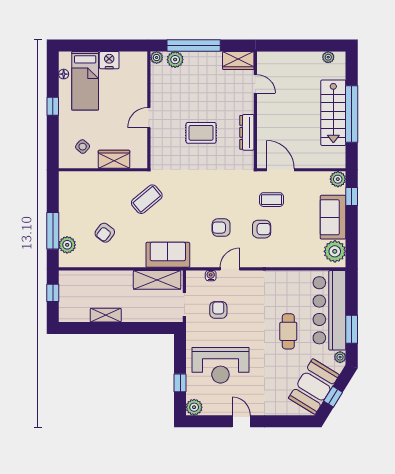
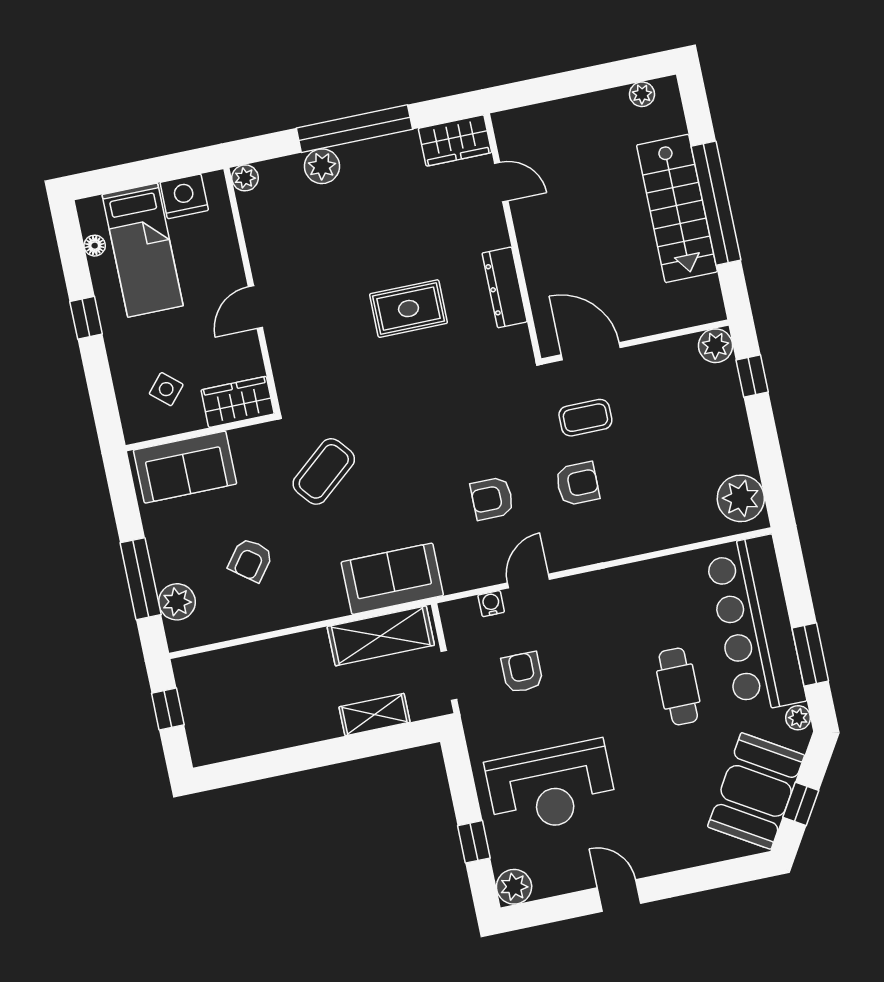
plant: (157, 58) -> (245, 178), moved
wall: (149, 110) -> (252, 291), moved
door: (149, 118) -> (255, 307), moved
sofa: (333, 217) -> (185, 467), moved, turned -90
shelving: (106, 315) -> (374, 715), moved

